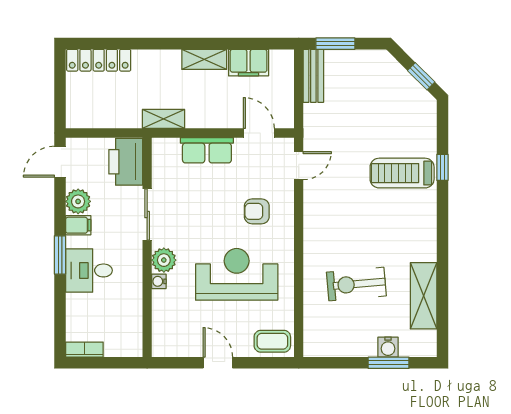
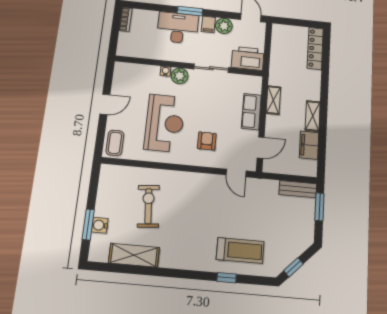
shelving: (164, 119) -> (273, 100), moved
treadmill: (402, 173) -> (240, 250), moved, turned 90
desk: (89, 270) -> (178, 28), width x1.37

